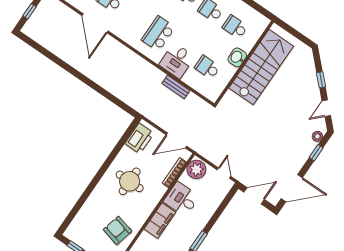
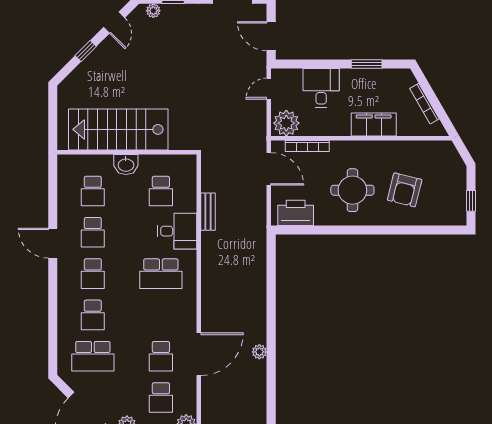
plant: (72, 60) -> (259, 352), added
door: (326, 108) -> (114, 23), hinge flipped
desk: (182, 199) -> (321, 88), moved, turned 180
armchair: (118, 230) -> (405, 190), moved

